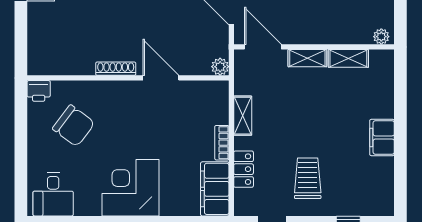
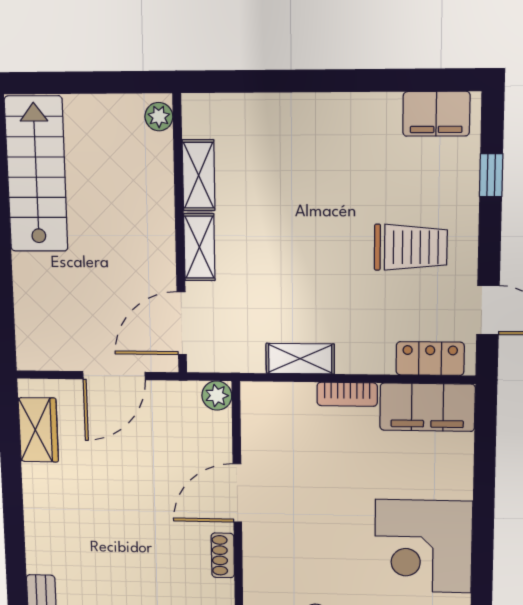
shoe rack: (116, 69) -> (223, 555), width x0.70
filing cabinet: (382, 137) -> (436, 114), moved
locker: (244, 169) -> (430, 359), moved
trolley: (308, 178) -> (411, 247), turned 180

